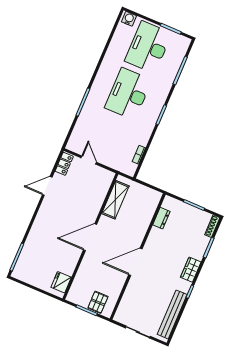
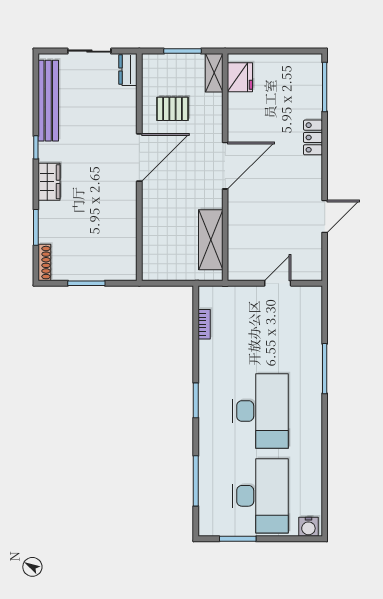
door: (89, 160) -> (278, 283), swing flipped
locker: (64, 164) -> (313, 137), moved
dresser: (161, 218) -> (128, 69), moved
shelving: (74, 291) -> (214, 73), added
pallet: (98, 302) -> (172, 109), moved, turned 90

